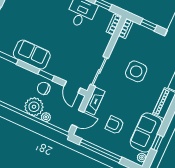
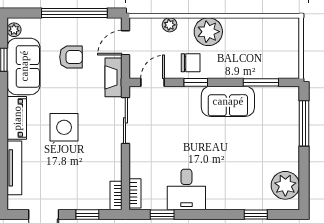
side table: (136, 71) -> (64, 127), moved
door: (72, 87) -> (153, 82), hinge flipped
plant: (34, 107) -> (208, 32), moved

